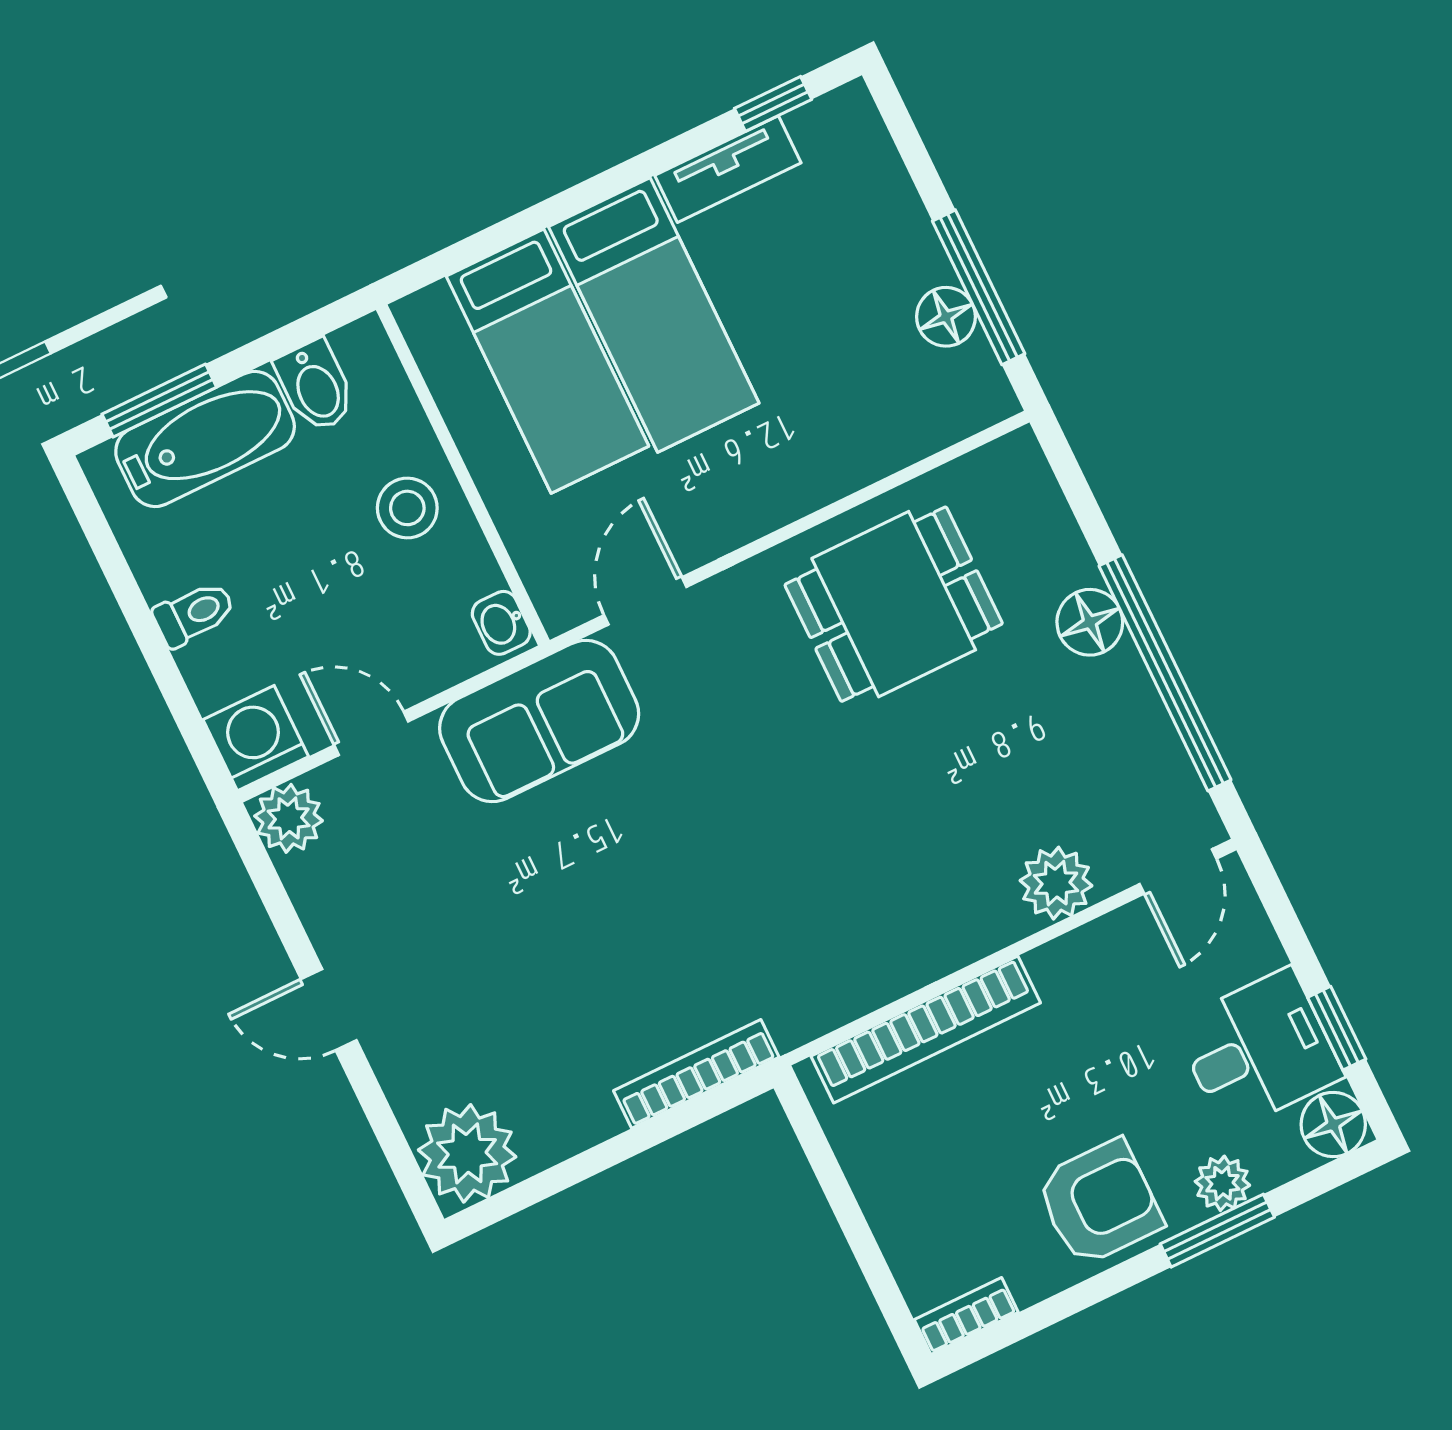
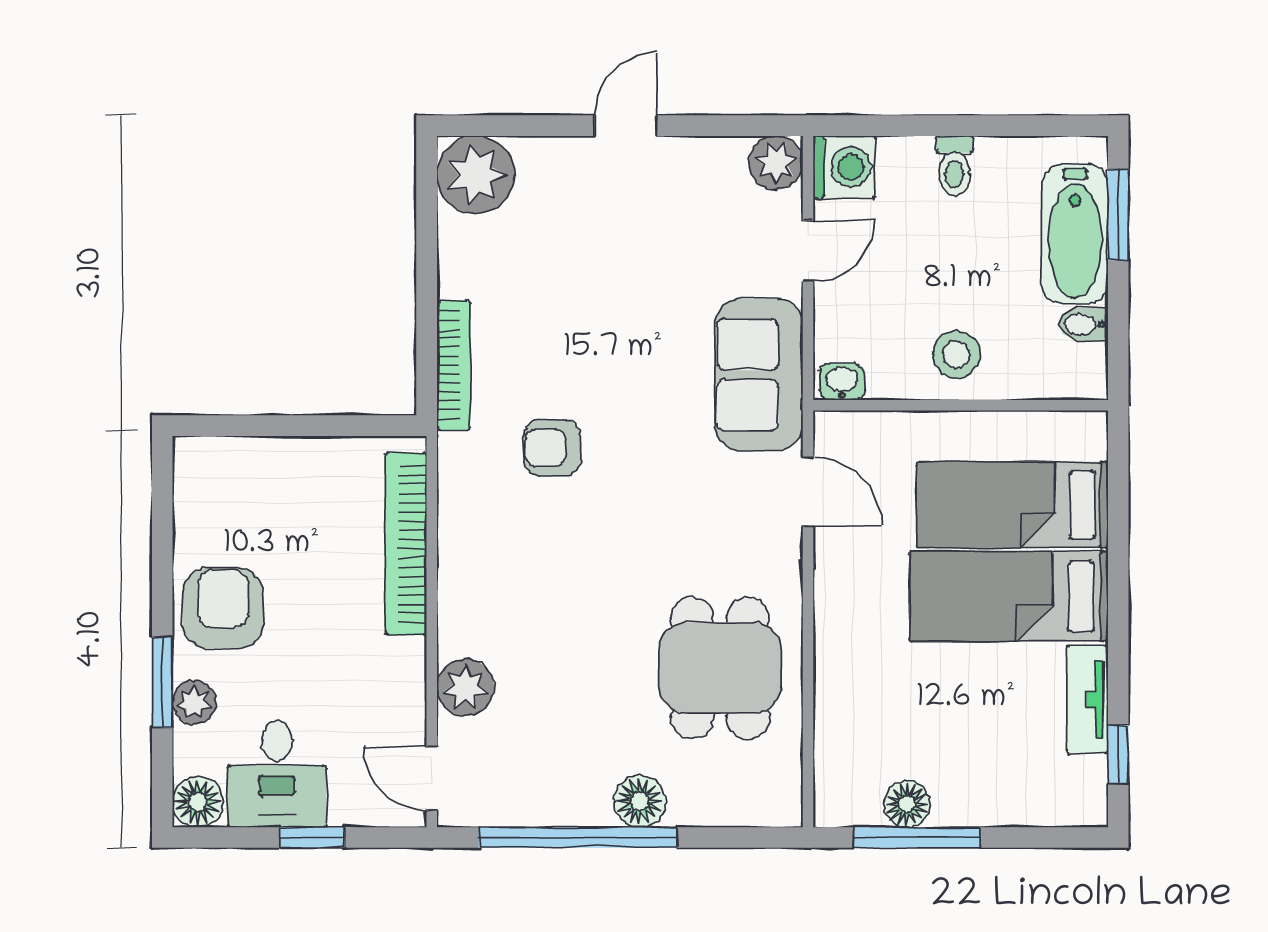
bidet: (316, 386) -> (1084, 325), width x0.72, depth x0.74
armchair: (736, 916) -> (552, 448), added
window: (1337, 1028) -> (312, 837), moved
armchair: (1099, 1203) -> (223, 608), turned 180
bookcase: (966, 1316) -> (188, 474), removed

